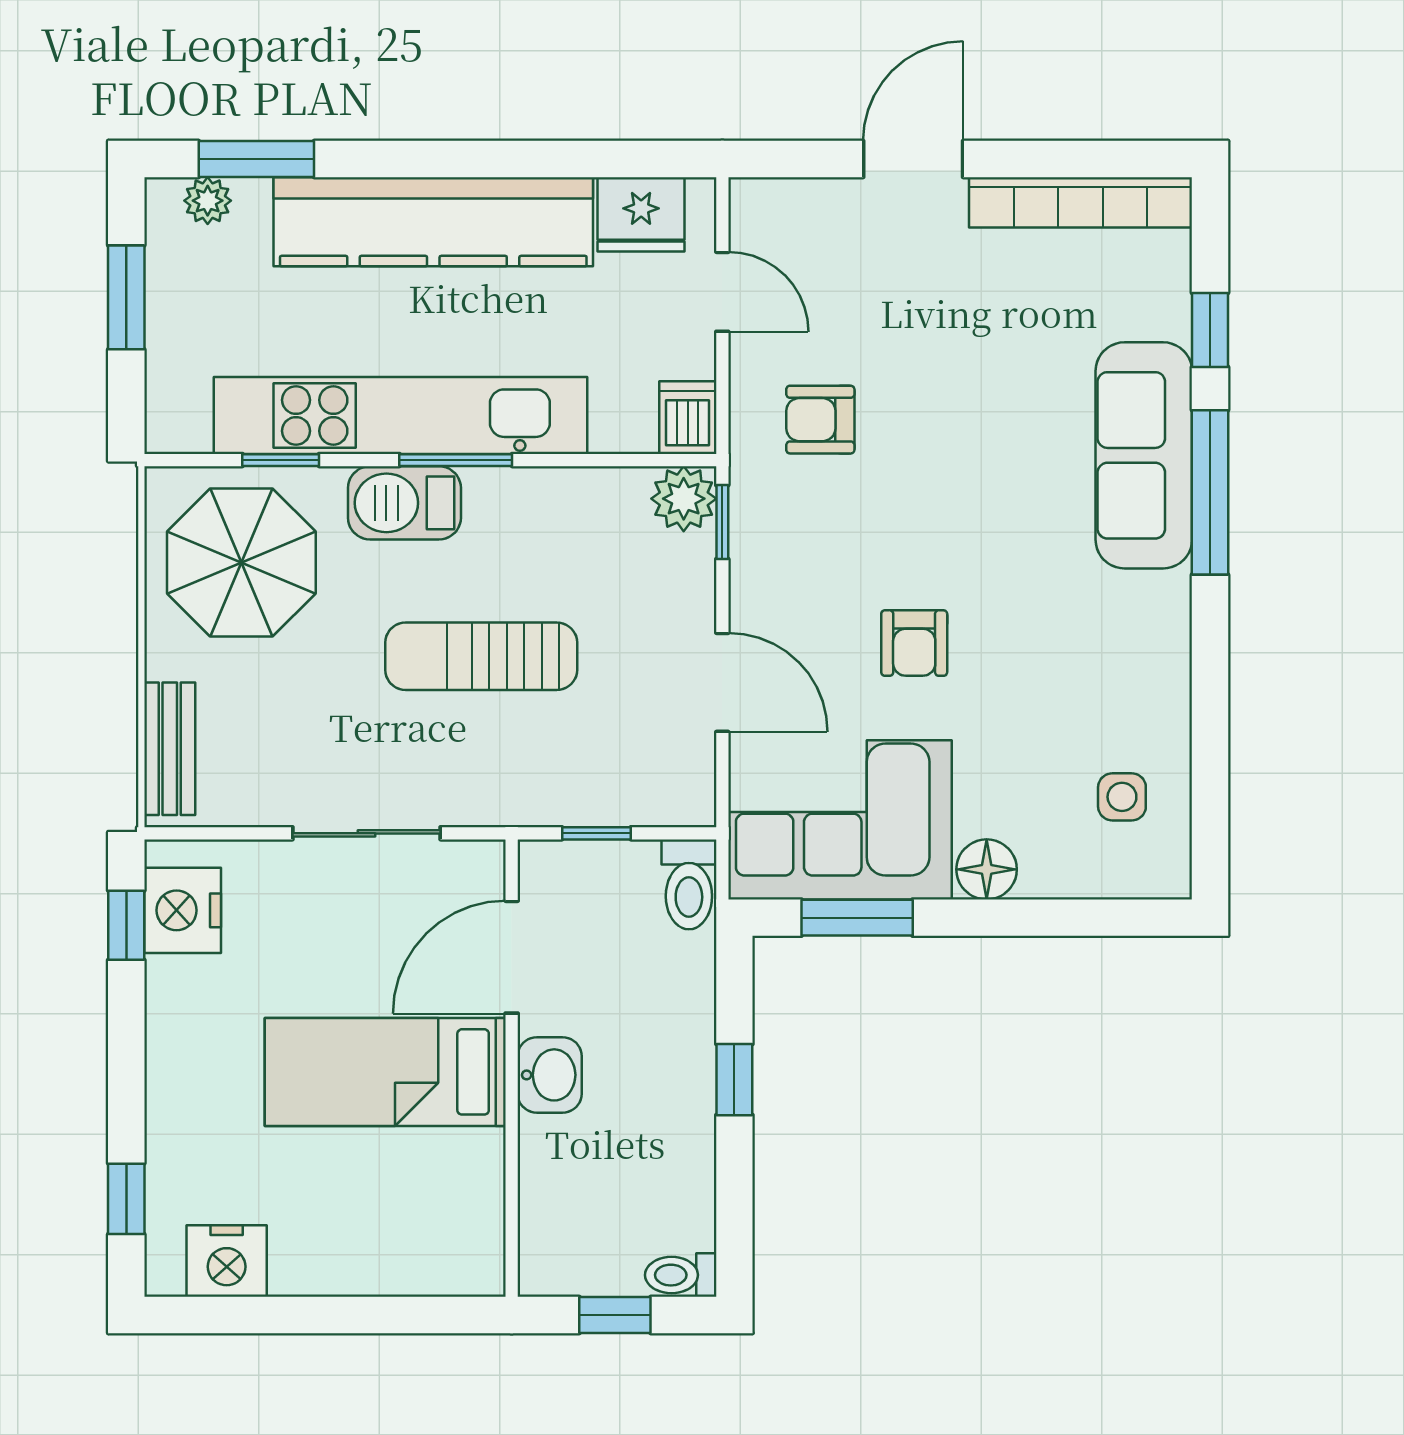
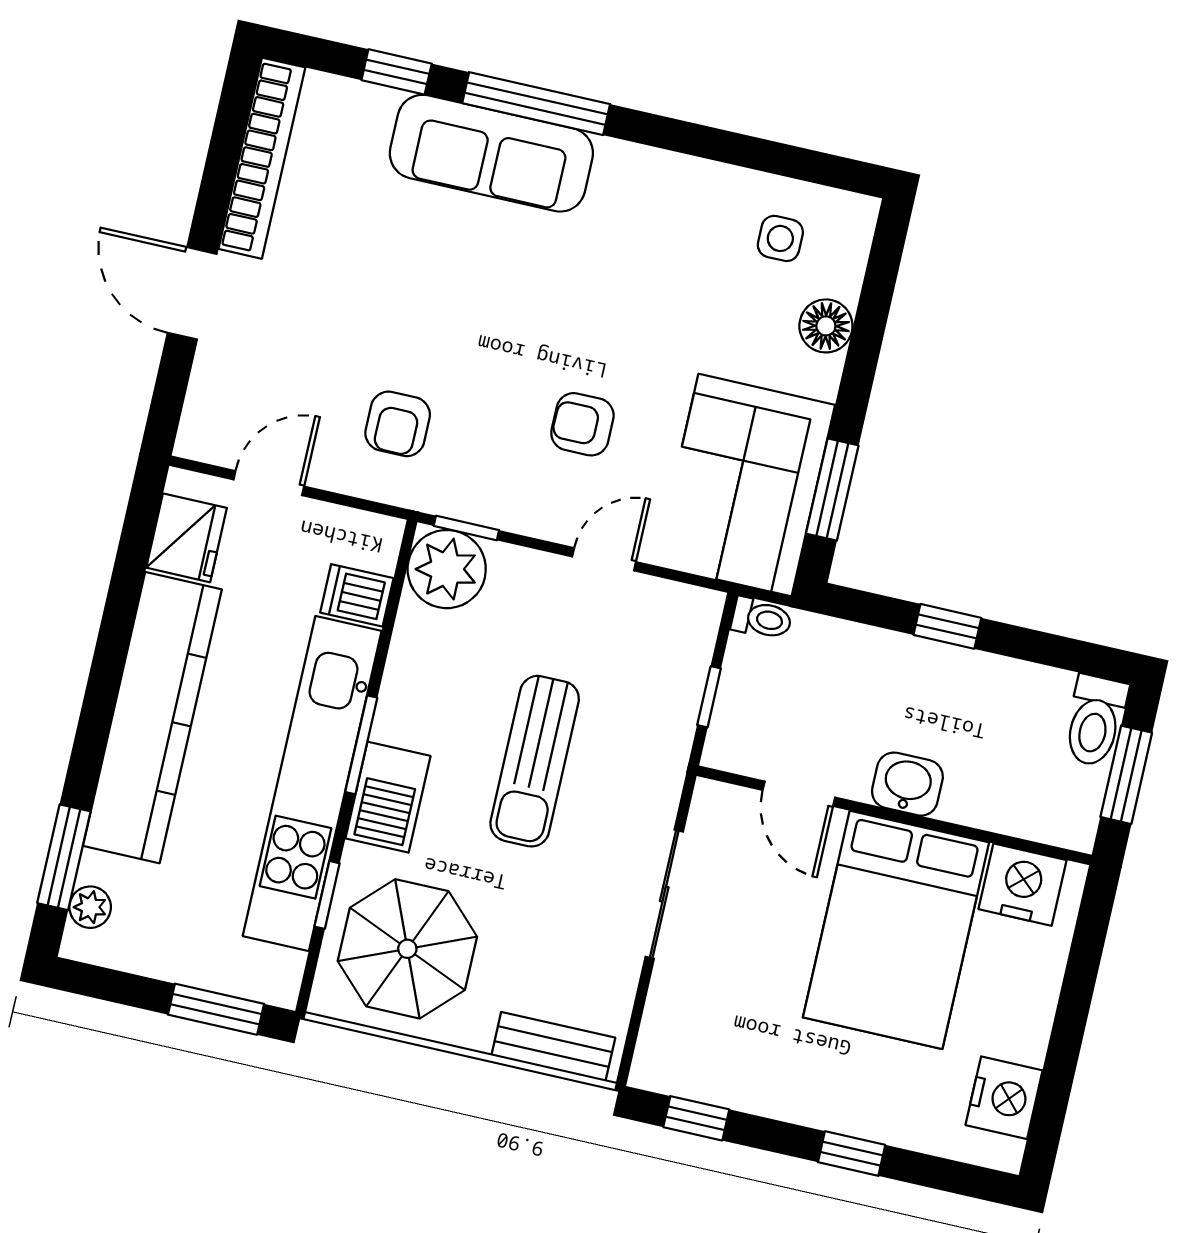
window: (126, 297) -> (216, 1009), moved
dishwasher: (688, 418) -> (357, 595), moved
plant: (684, 499) -> (447, 569), width x1.36, depth x1.36
armchair: (914, 643) -> (582, 424), moved, turned 180
door: (722, 682) -> (604, 559), width x0.73
floor lamp: (987, 869) -> (826, 326), moved
toilet: (689, 884) -> (762, 619), width x0.73, depth x0.72
nightstand: (183, 910) -> (1023, 885), moved, turned 180
door: (512, 957) -> (799, 794), width x0.73
bed: (385, 1072) -> (896, 930), width x1.50
window: (126, 1199) -> (852, 1154), moved
toilet: (681, 1275) -> (1095, 721), width x1.37, depth x1.39
window: (615, 1315) -> (1126, 775), width x1.50

